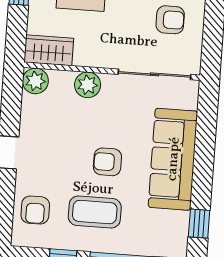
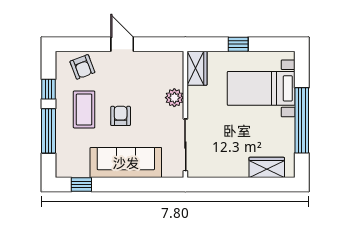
armchair: (170, 20) -> (225, 153), removed
plant: (35, 81) -> (174, 60), removed
armchair: (35, 210) -> (82, 67), turned -111

